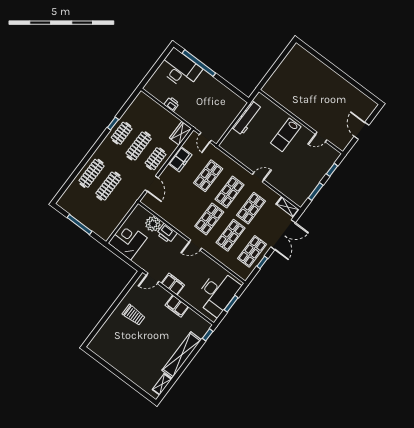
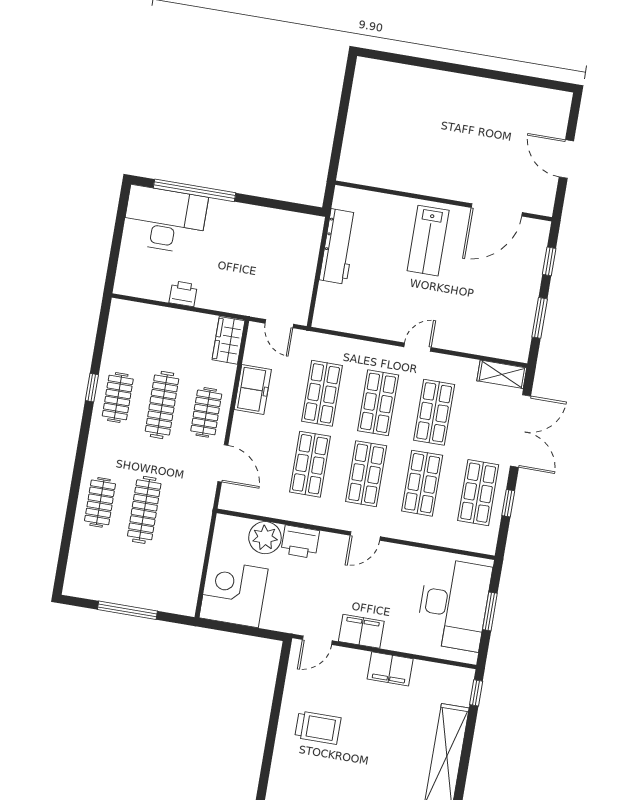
door: (321, 137) -> (497, 210), width x1.87
clothes rail: (91, 173) -> (100, 502), width x0.73
shop shelf: (188, 203) -> (310, 464), added

